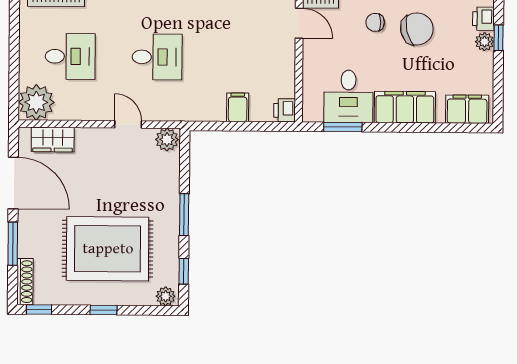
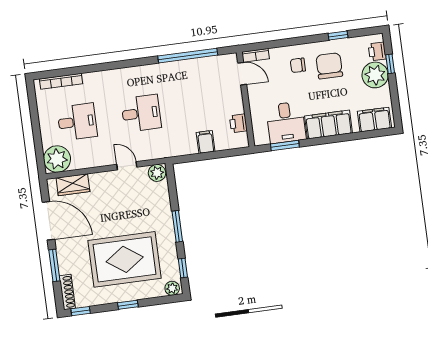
chair: (417, 29) -> (329, 66), turned -77
plant: (485, 42) -> (375, 75), width x1.88, depth x1.88
printer: (285, 110) -> (238, 123), moved

